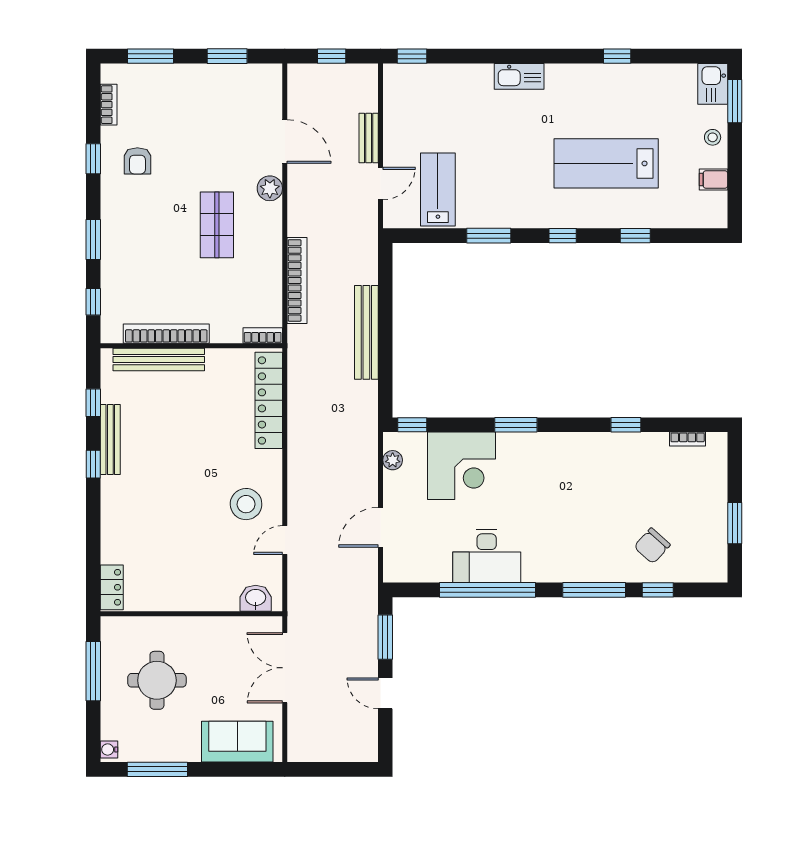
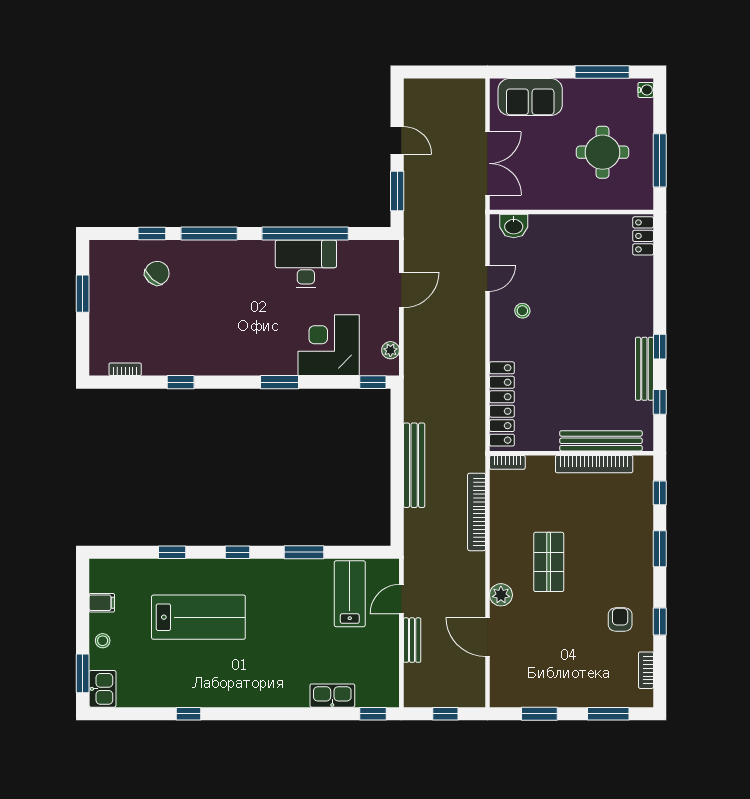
kitchen sink: (519, 76) -> (332, 696), moved
lab bench: (438, 190) -> (350, 594), turned 180
stool: (246, 504) -> (522, 311), width x0.53, depth x0.53

